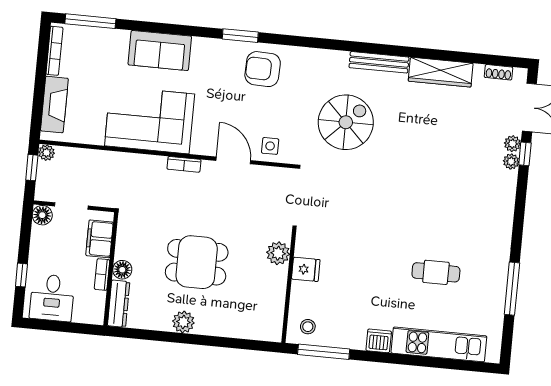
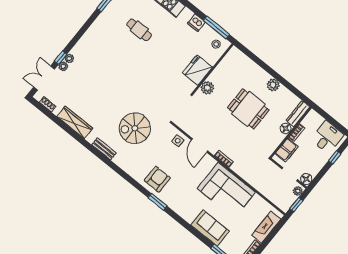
sofa: (160, 51) -> (210, 228), moved
bench: (379, 62) -> (104, 149), width x0.73
armchair: (263, 69) -> (157, 179), turned -92
plant: (47, 153) -> (298, 191), moved
fridge: (306, 269) -> (197, 70), width x1.88, depth x1.34
dishwasher: (379, 341) -> (196, 23), moved

